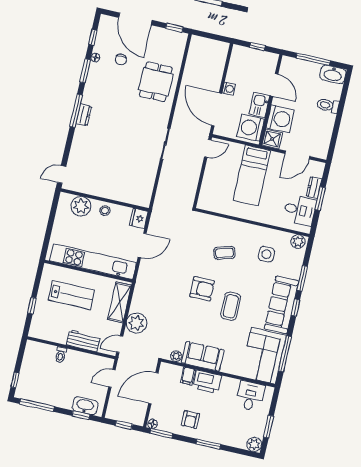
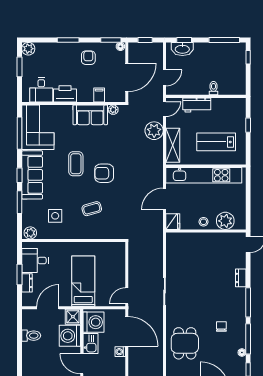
chair: (121, 60) -> (221, 327), moved
window: (85, 71) -> (248, 339), width x1.44
toilet: (328, 105) -> (31, 336), moved
dresser: (84, 115) -> (241, 278), moved
printer: (207, 382) -> (65, 94), moved

